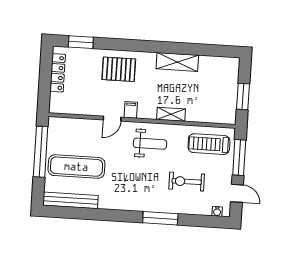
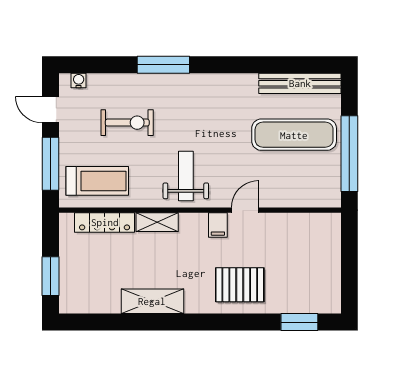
locker: (58, 73) -> (105, 222), moved, turned -90
window: (243, 97) -> (51, 276), moved
weight bench: (150, 144) -> (186, 176), turned 90

